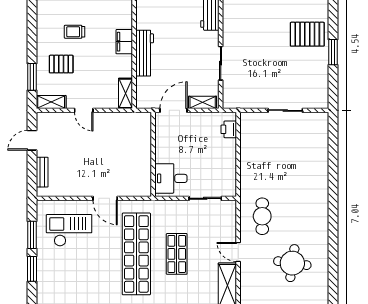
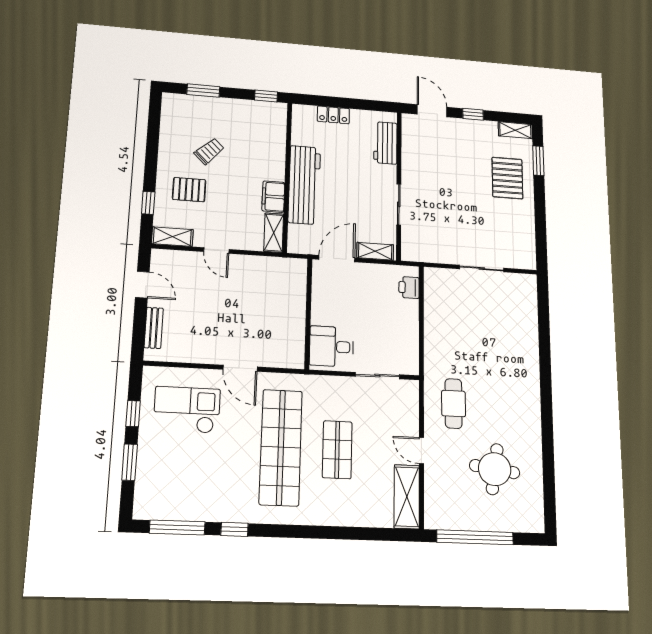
trolley: (75, 32) -> (209, 151), turned 135
pallet: (307, 34) -> (507, 178), turned 90
filing cabinet: (124, 42) -> (273, 197), moved
window: (333, 52) -> (538, 161), moved
workbench: (145, 53) -> (304, 185), width x1.36, depth x1.32
window: (32, 77) -> (148, 203), width x0.67
door: (32, 140) -> (142, 285), swing flipped
window: (32, 235) -> (133, 414), width x0.67

